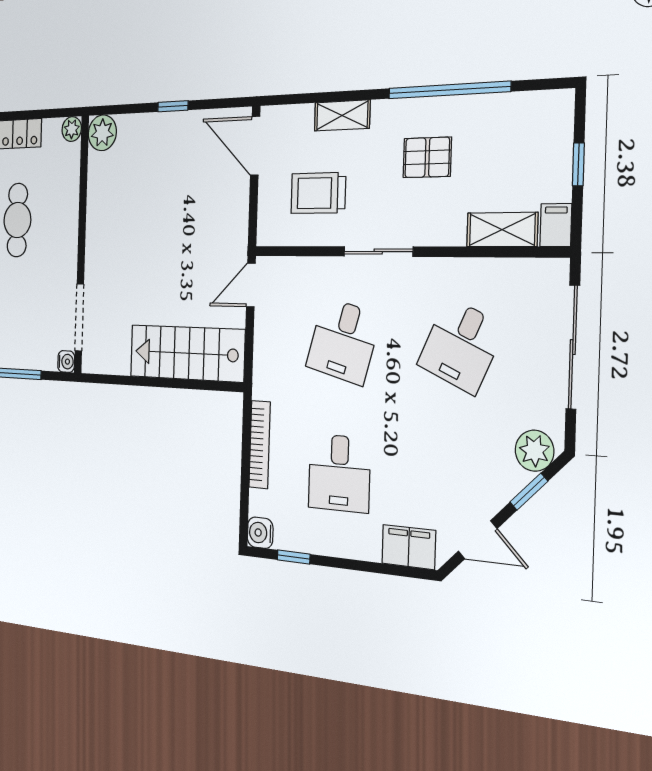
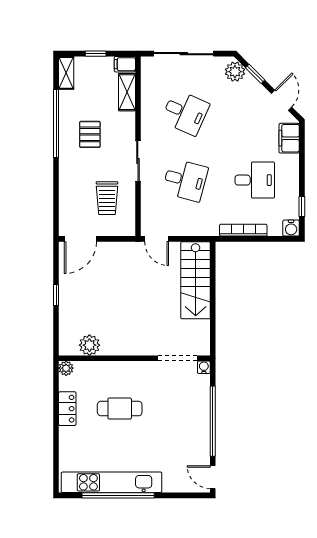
shelving: (342, 115) -> (66, 73), moved
plant: (102, 133) -> (89, 345), moved

